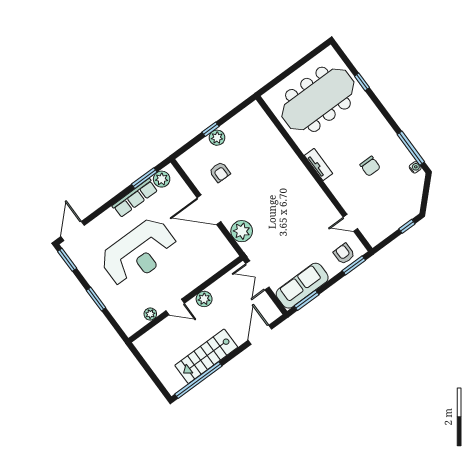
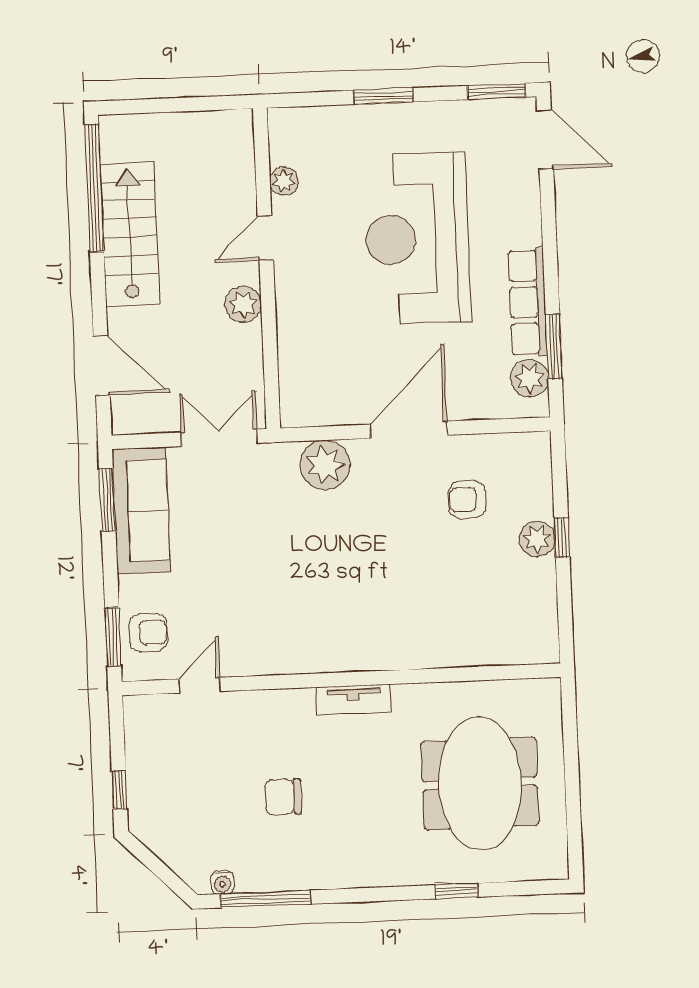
meeting table: (318, 99) -> (480, 783), width x0.73

